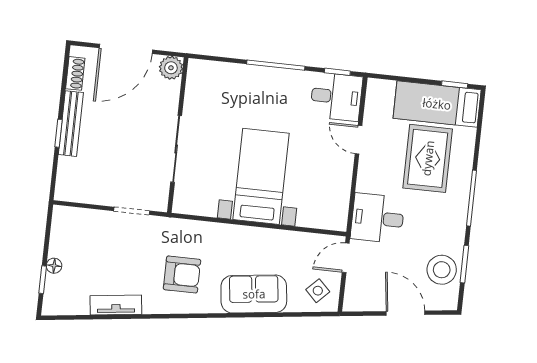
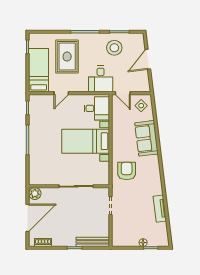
door: (126, 49) -> (28, 218), hinge flipped
desk: (336, 97) -> (97, 108), moved, turned 90
bed: (437, 104) -> (39, 70), moved, turned 180
bench: (71, 124) -> (93, 242), moved
rug: (428, 158) -> (67, 57), turned 90
stool: (442, 270) -> (114, 48), moved
armchair: (182, 274) -> (127, 171), moved

